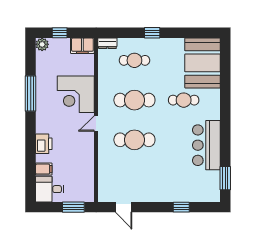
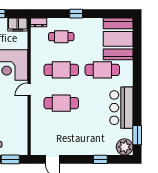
cafe table: (184, 100) -> (102, 70), width x1.37, depth x1.35
plant: (210, 192) -> (125, 147), added

